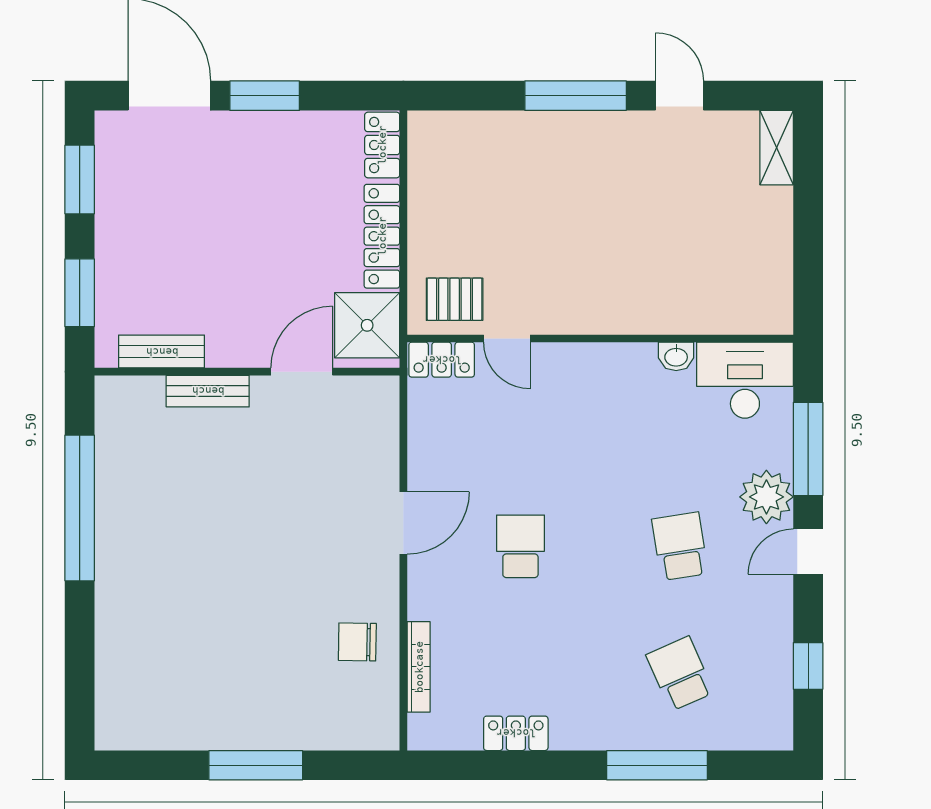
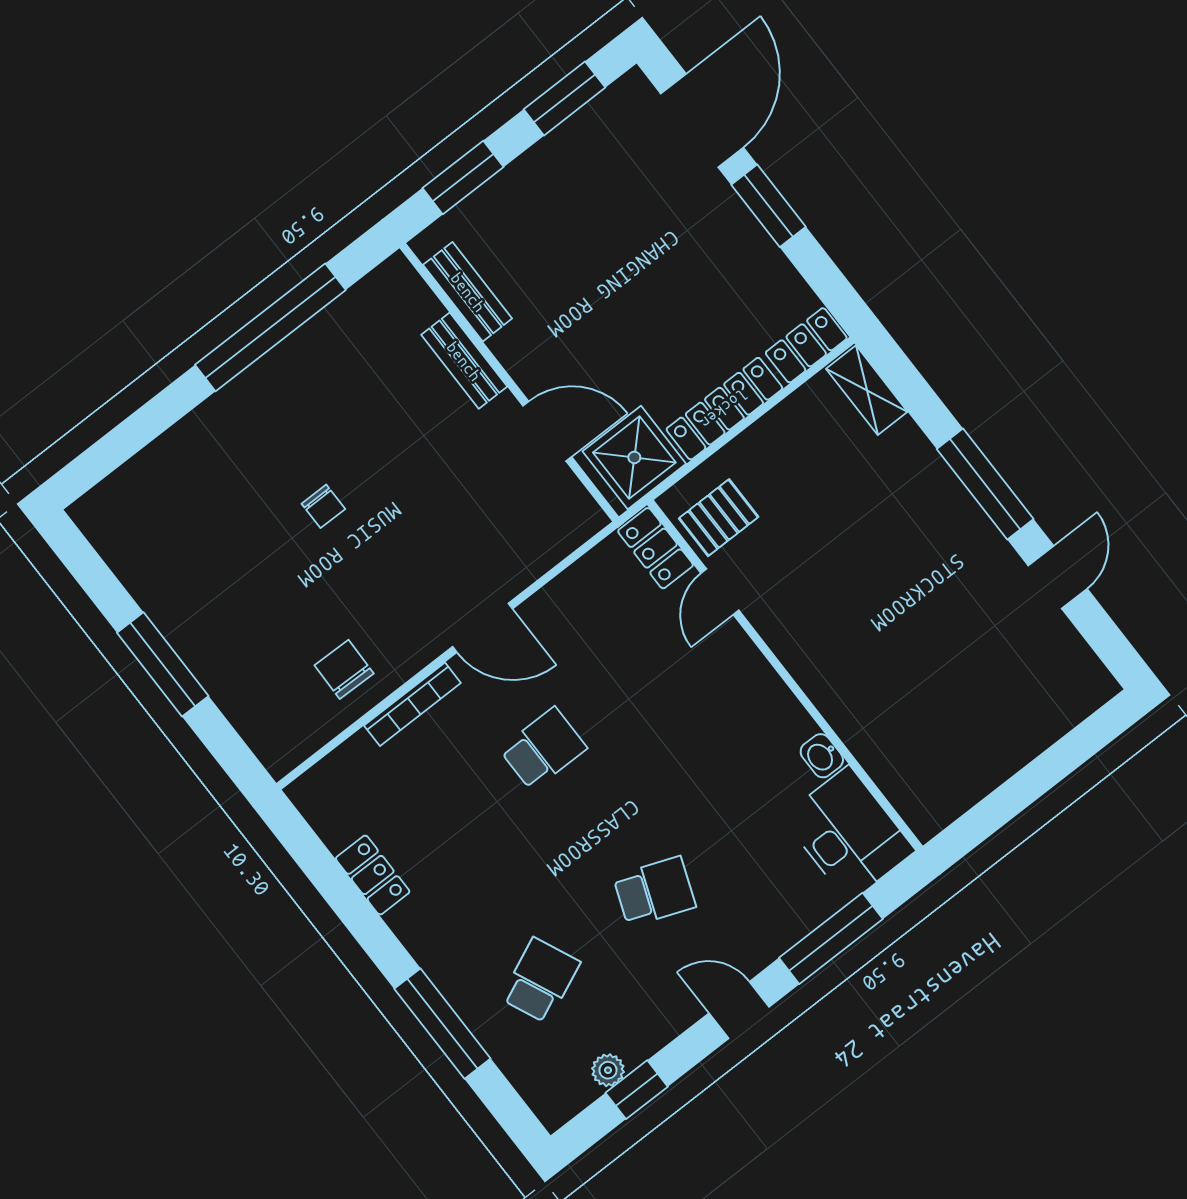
shelving: (777, 148) -> (867, 390), moved, turned 90
pallet: (455, 299) -> (719, 518), turned 90
plant: (766, 497) -> (608, 1070), moved, width x0.53, depth x0.53
school desk: (680, 546) -> (654, 892), turned 30
chair: (233, 568) -> (323, 506), added
bookcase: (419, 667) -> (412, 704), moved

